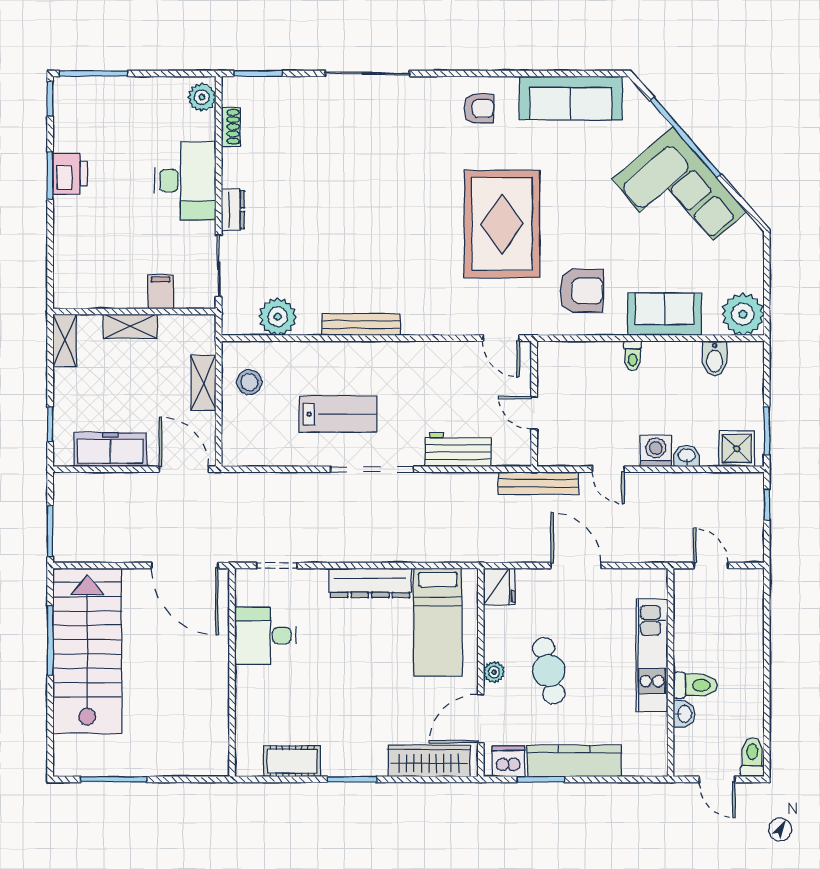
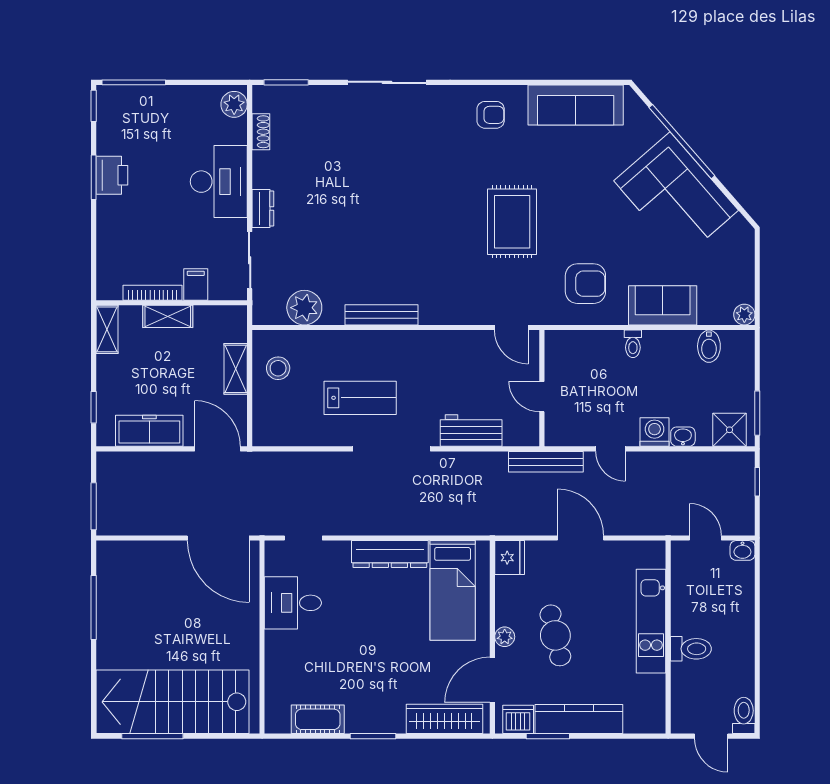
rug: (502, 224) -> (512, 222), width x0.73, depth x0.69
bookcase: (114, 301) -> (153, 293), added
plant: (743, 314) -> (744, 315), width x0.53, depth x0.53
stairs: (87, 651) -> (173, 702), moved, turned -90
washbasin: (684, 714) -> (742, 550), moved, turned 90

